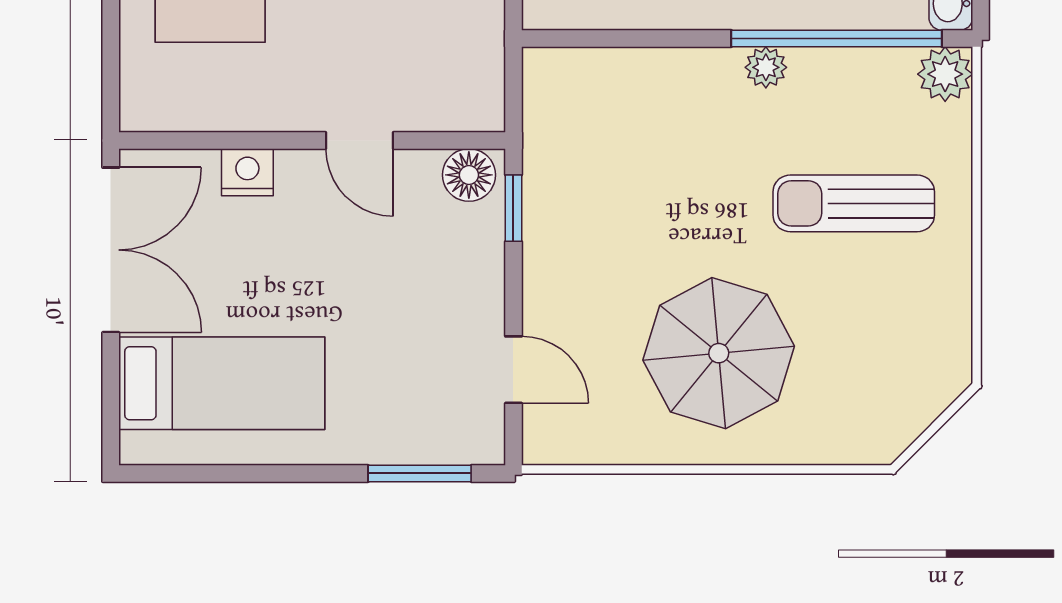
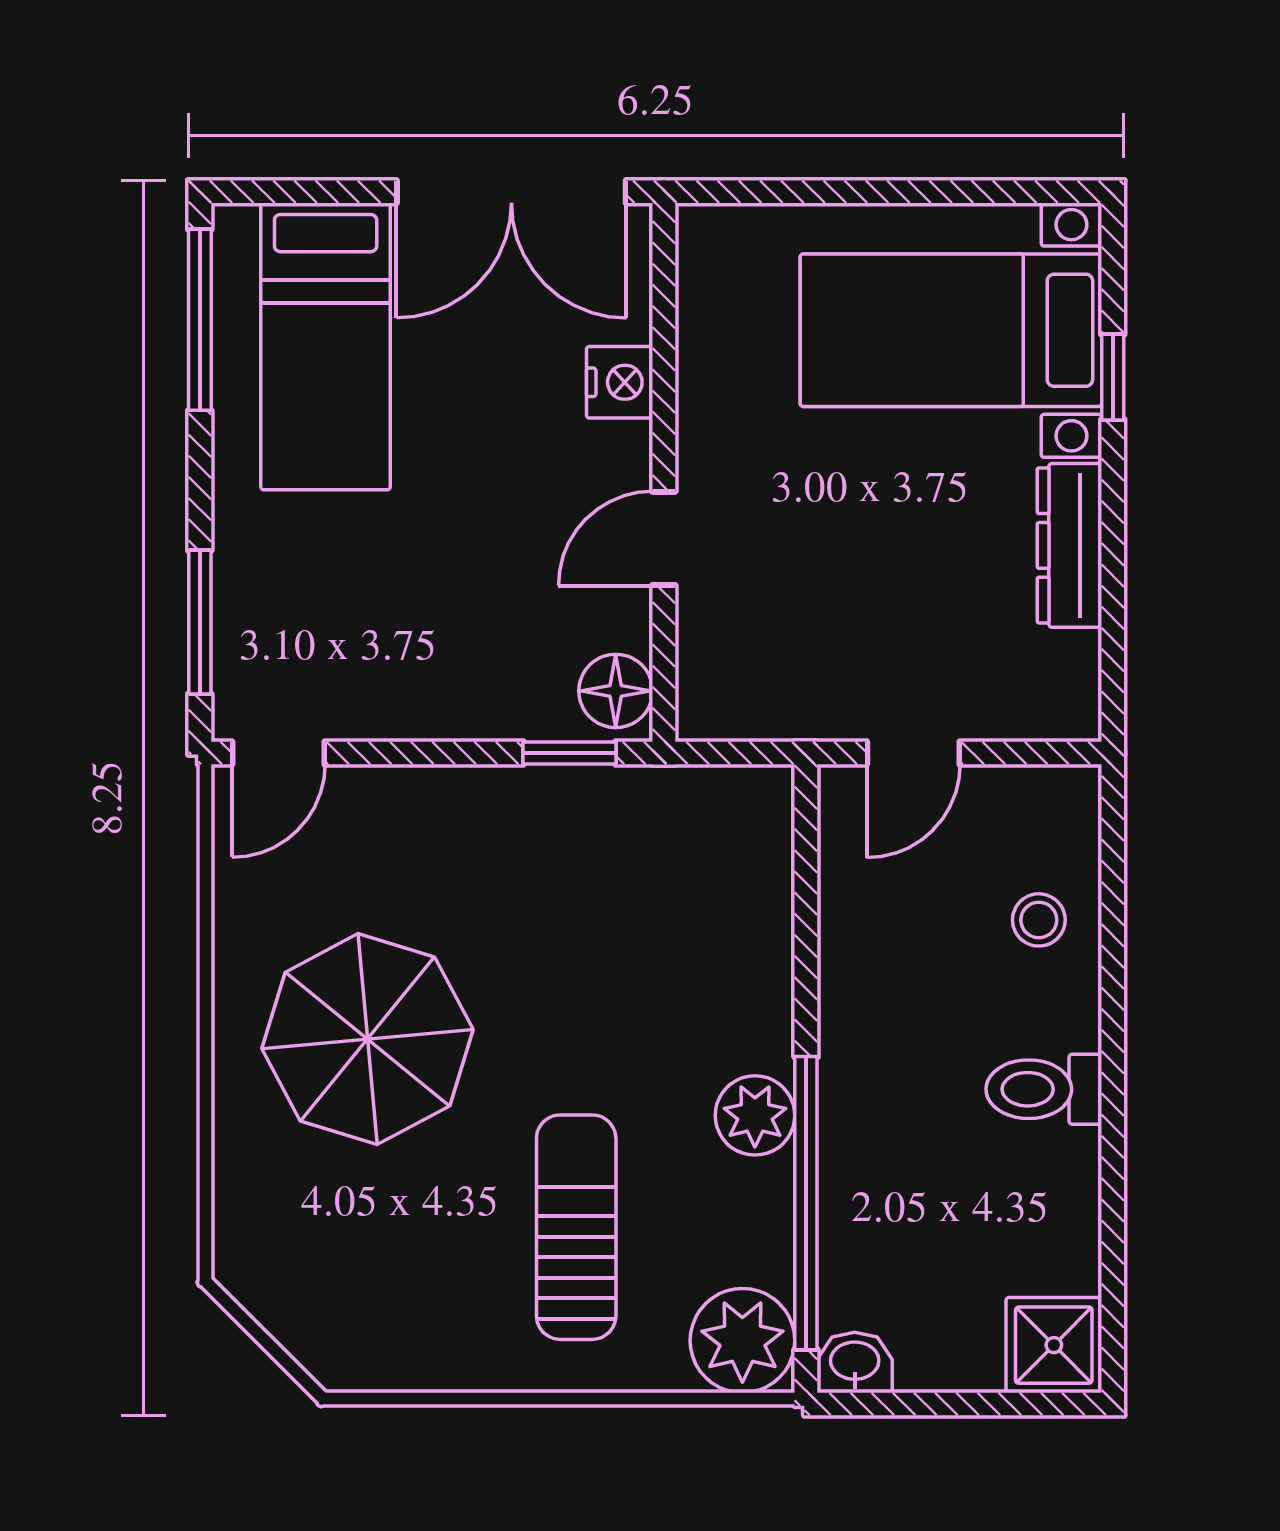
plant: (766, 67) -> (755, 1115), width x1.38, depth x1.38
plant: (945, 74) -> (742, 1341), width x1.36, depth x1.36
door: (513, 370) -> (278, 753), moved
window: (203, 473) -> (200, 320), added

